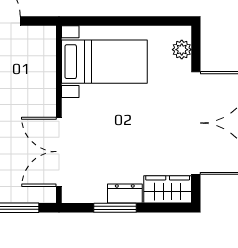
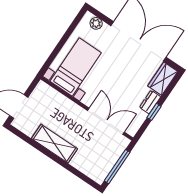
double door: (59, 152) -> (106, 121), swing flipped
window: (115, 208) -> (154, 112), width x0.67

